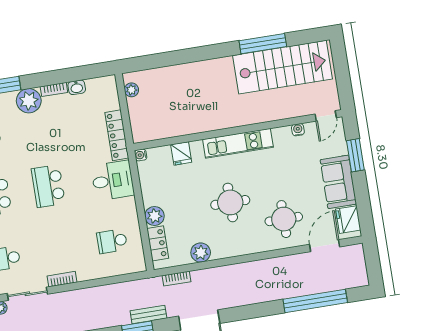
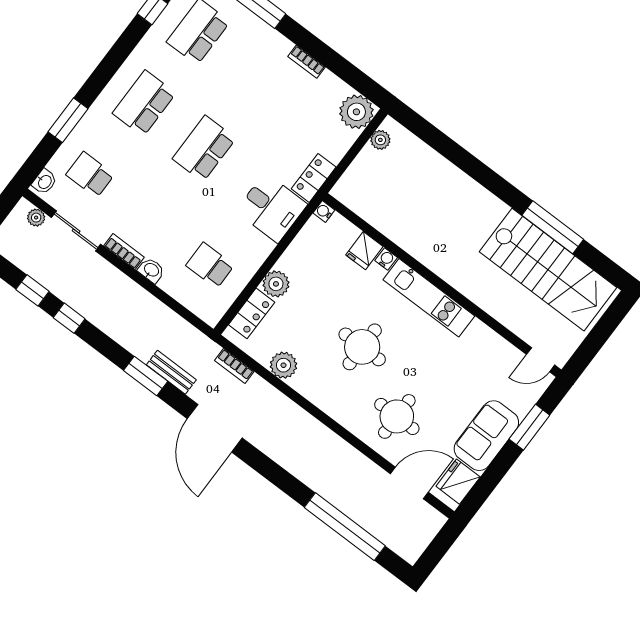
washbasin: (77, 87) -> (151, 270), moved, turned 180
plant: (29, 101) -> (356, 112), moved
water cooler: (298, 130) -> (386, 259), moved
locker: (117, 135) -> (314, 178), width x0.66

